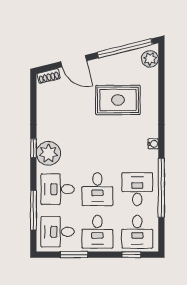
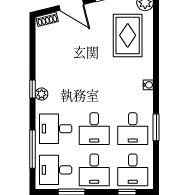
rug: (118, 100) -> (128, 35), moved, turned 90
plant: (48, 153) -> (42, 94), width x0.53, depth x0.53
window: (161, 188) -> (156, 127), width x0.47
desk: (137, 189) -> (133, 129), turned 180

